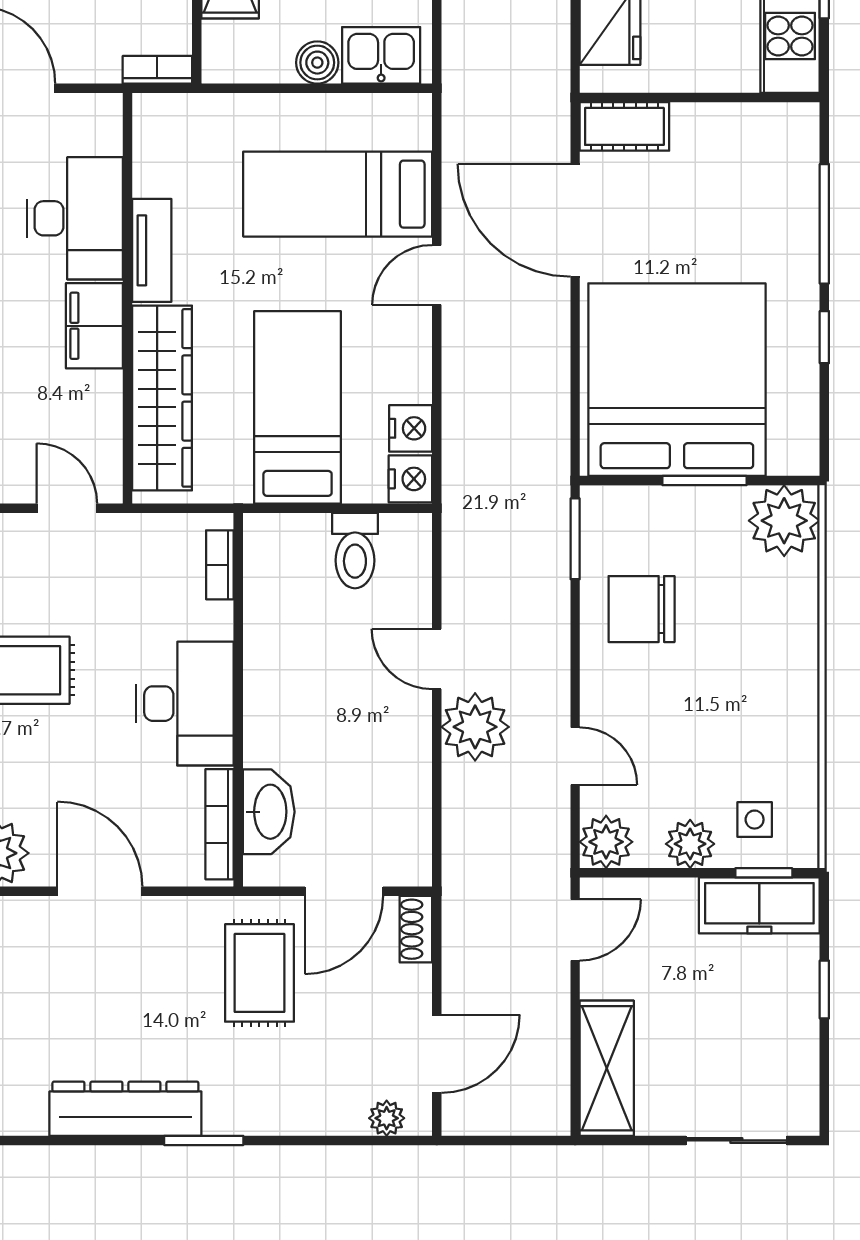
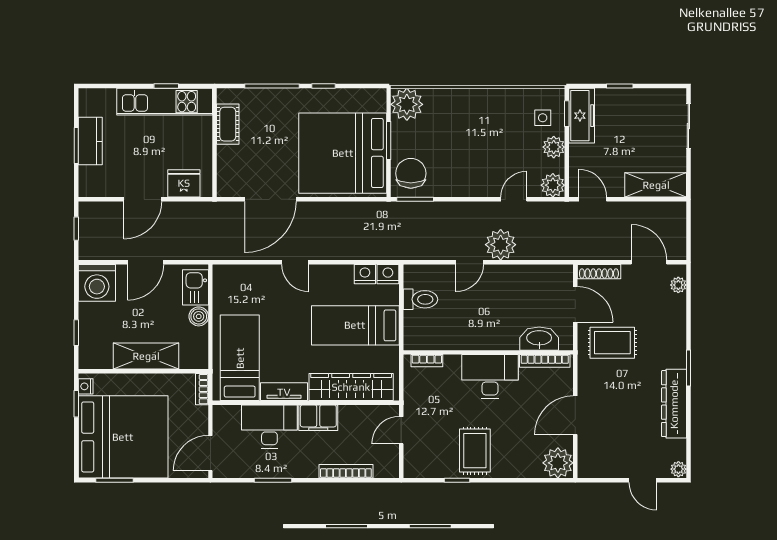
cot: (624, 126) -> (228, 124), moved
bed: (338, 194) -> (240, 358), moved, turned 180
chair: (642, 609) -> (411, 173), moved, turned 180
shoe rack: (416, 929) -> (599, 272), width x1.43

